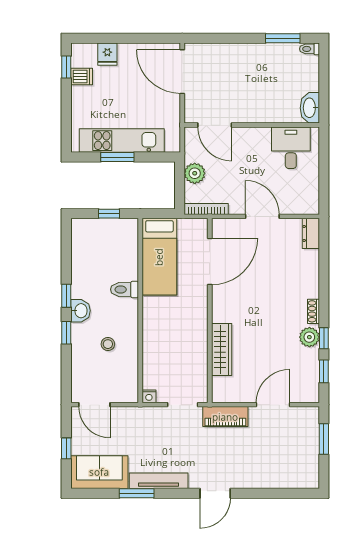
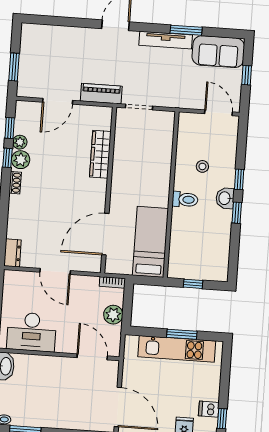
desk: (291, 148) -> (31, 332), width x1.37
bookcase: (206, 209) -> (112, 282), width x0.64
toilet: (125, 289) -> (185, 200), moved
plant: (312, 356) -> (20, 142), added
nightstand: (149, 396) -> (169, 117), removed

